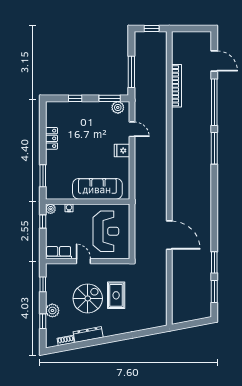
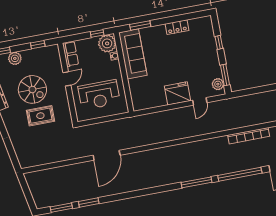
window: (131, 72) -> (254, 91), removed
fridge: (122, 151) -> (178, 93), width x1.88, depth x1.34
sofa: (97, 189) -> (133, 54), moved
plant: (51, 209) -> (107, 43), width x1.88, depth x1.88

